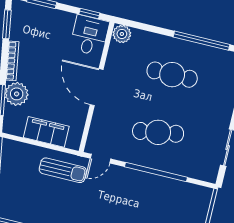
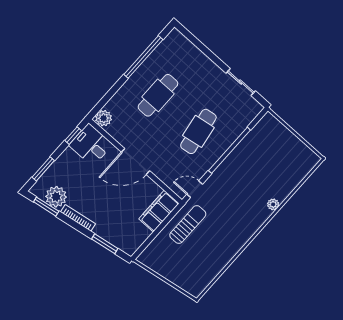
plant: (17, 94) -> (56, 197), moved
filing cabinet: (46, 132) -> (159, 211), moved
door: (101, 159) -> (195, 189), swing flipped

